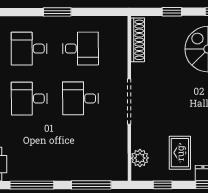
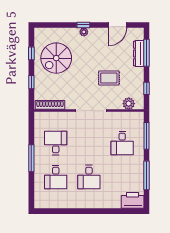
window: (57, 12) -> (31, 158), width x1.44
desk: (81, 98) -> (122, 143), moved
rug: (180, 153) -> (109, 78), moved

